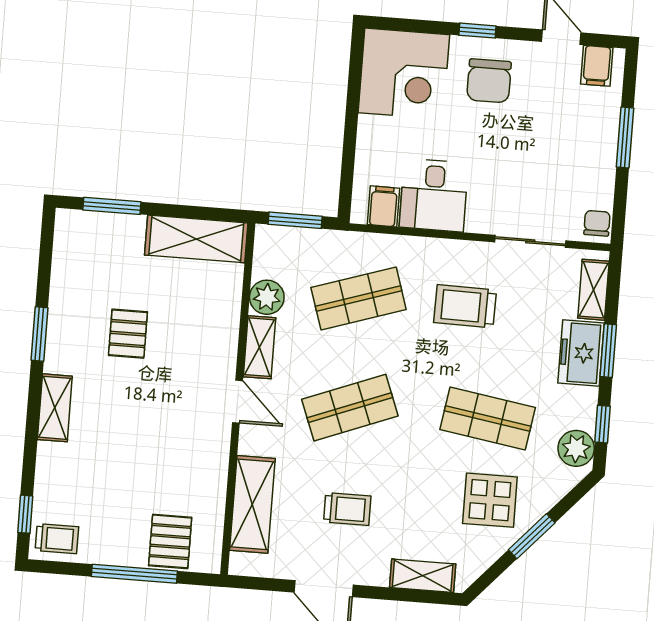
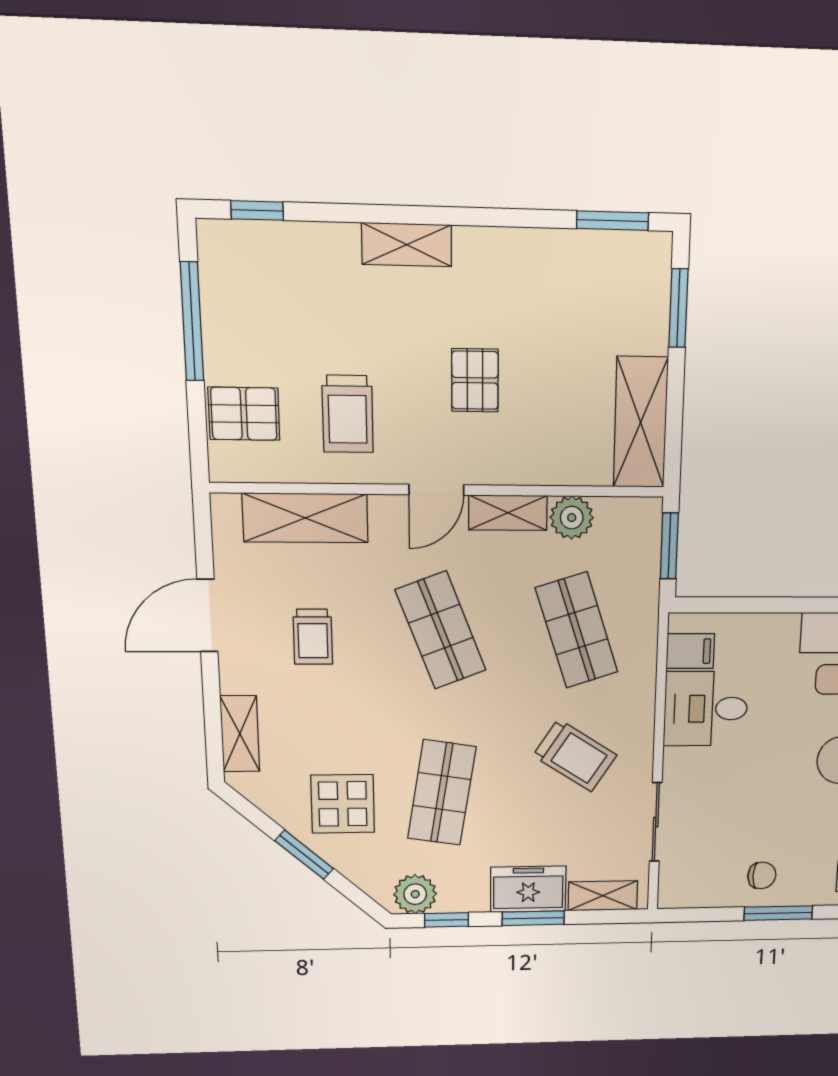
chair: (597, 223) -> (762, 875), moved
trolley: (465, 306) -> (575, 756), turned 122
window: (39, 334) -> (613, 221), moved
pallet: (128, 334) -> (475, 380), moved, turned 90
trolley: (57, 539) -> (348, 414), moved, width x1.36, depth x1.39
window: (134, 574) -> (192, 322), moved

